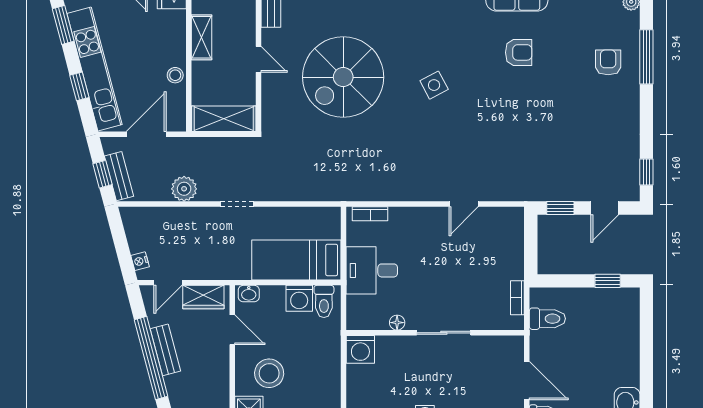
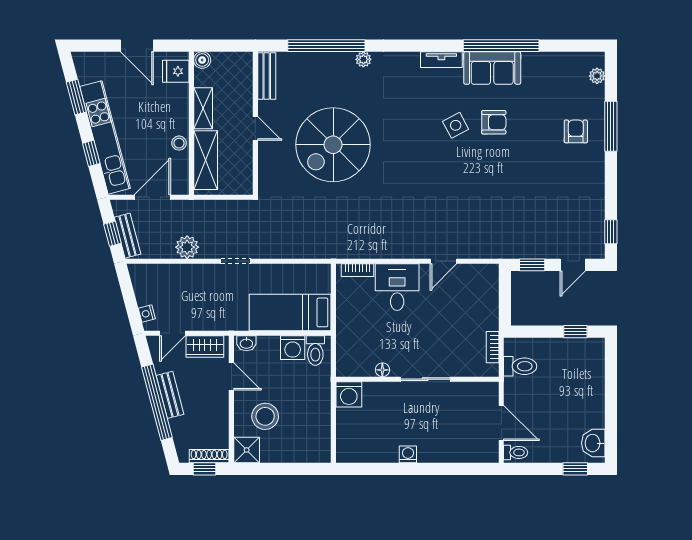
side table: (434, 85) -> (456, 125), moved
shelving: (224, 119) -> (206, 160), moved, turned 90
desk: (372, 270) -> (397, 287), moved, turned 90

